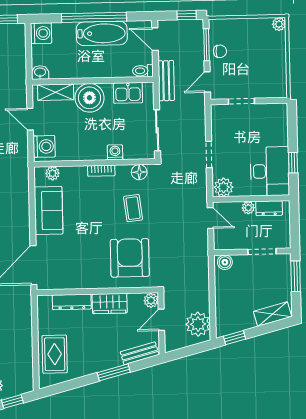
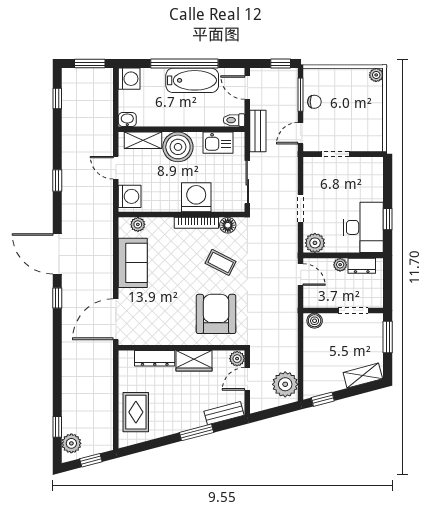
washing machine: (115, 152) -> (196, 197), width x1.89, depth x1.89
bookcase: (101, 171) -> (196, 223), width x1.56
coffee table: (133, 208) -> (221, 262), turned -56

